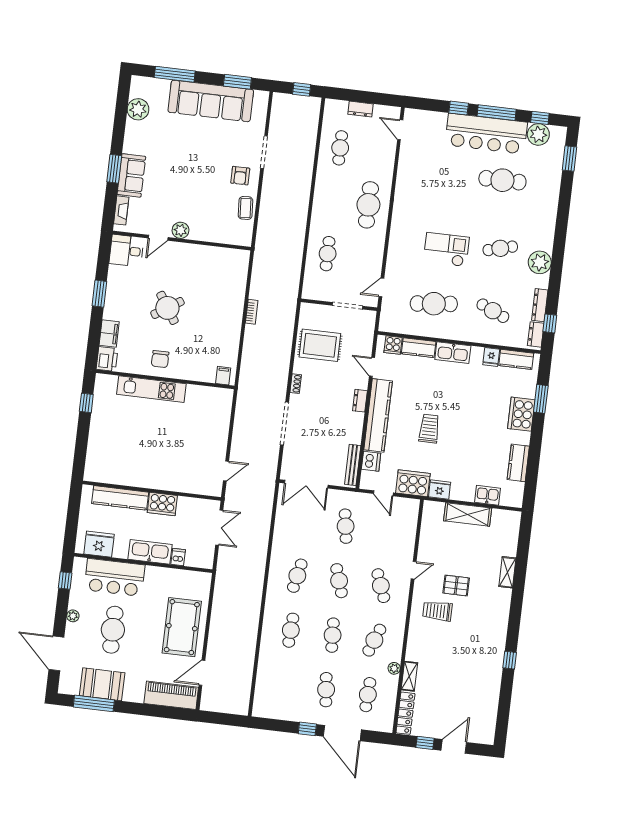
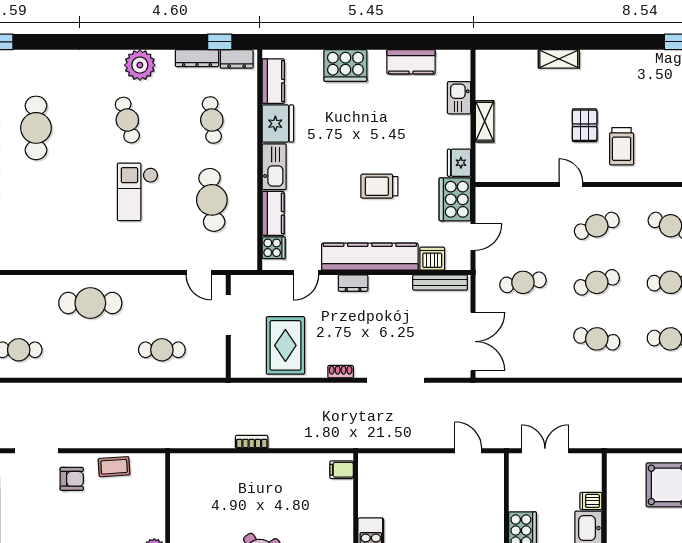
cafe table: (493, 311) -> (212, 120), turned -30
fridge: (491, 357) -> (278, 124), width x1.88, depth x1.34
window: (541, 399) -> (322, 42), removed
shelving: (468, 514) -> (485, 121), width x0.67, depth x0.75

